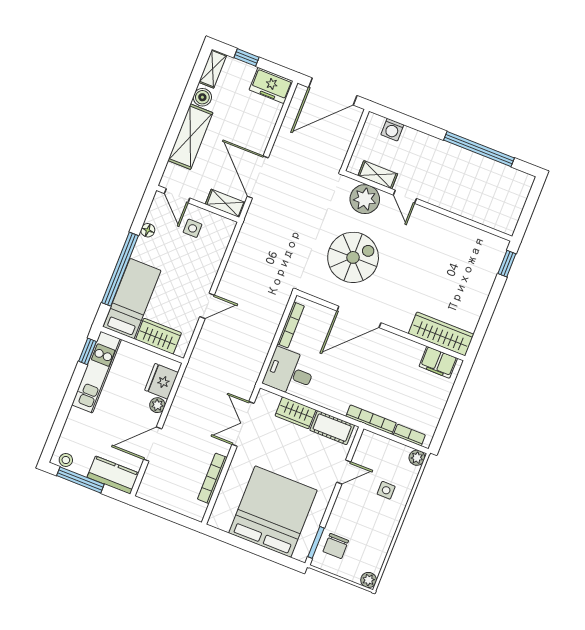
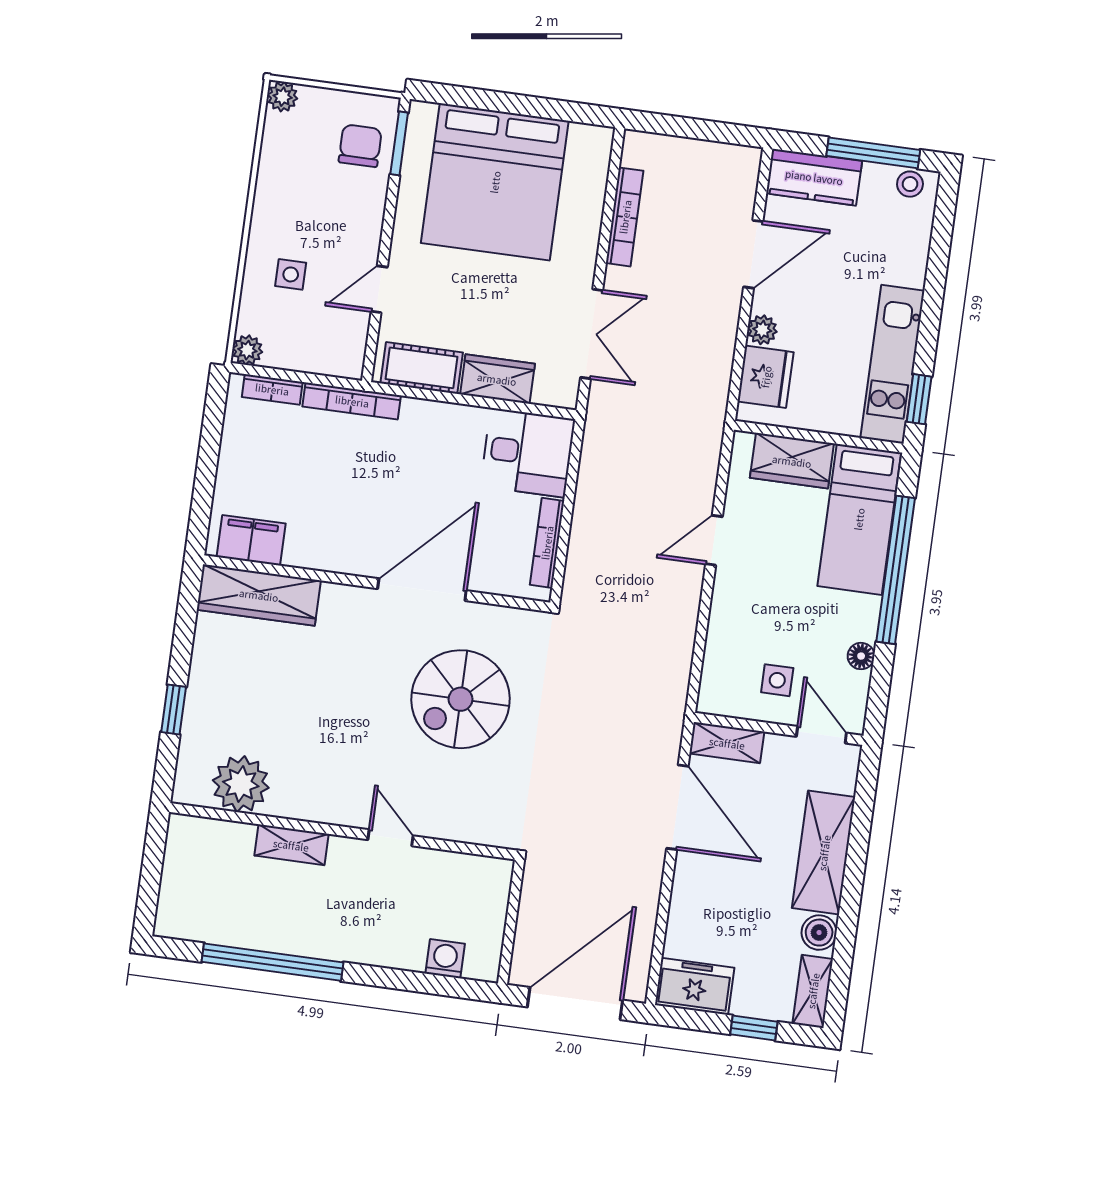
shelving: (378, 175) -> (291, 845), moved
plant: (365, 199) -> (241, 784), moved
window: (507, 264) -> (174, 710), moved

